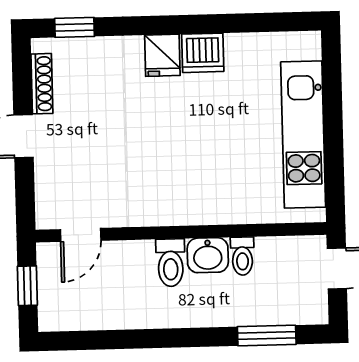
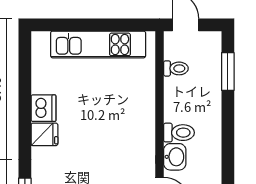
washbasin: (208, 255) -> (175, 157), moved
toilet: (242, 256) -> (176, 68), moved

